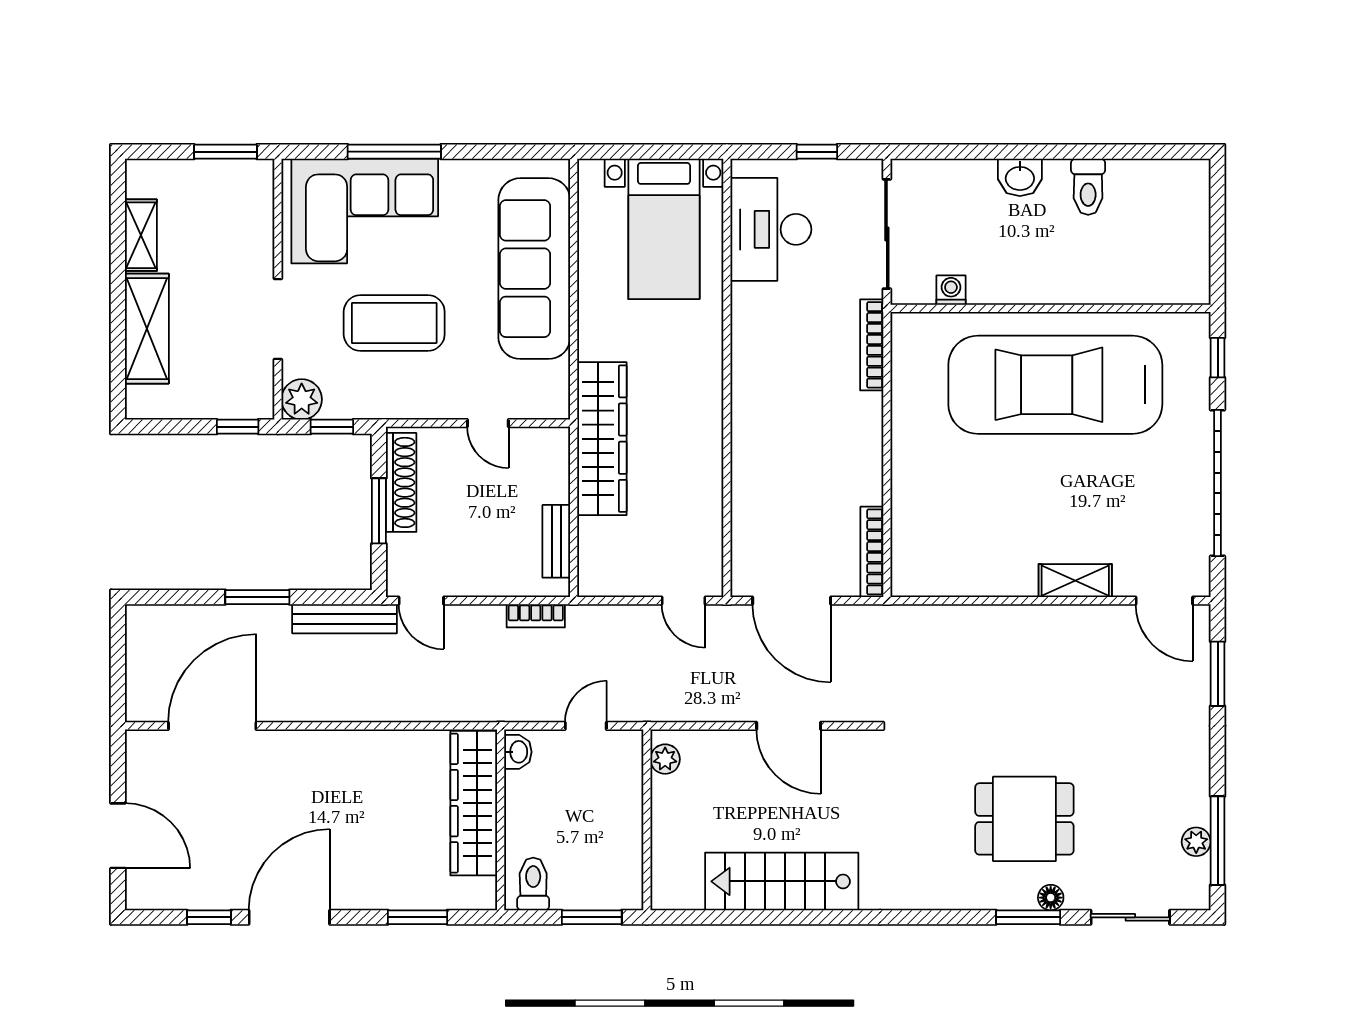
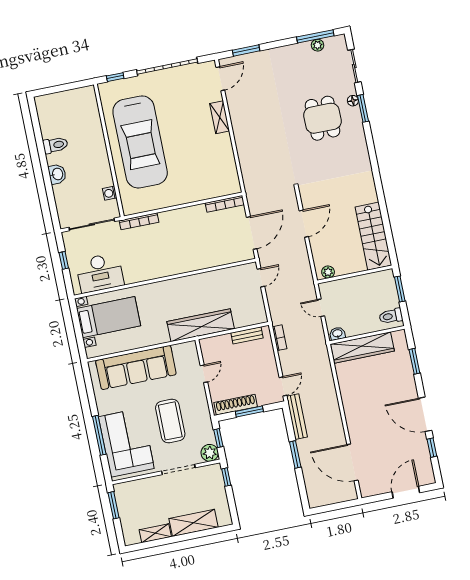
stairs: (782, 881) -> (373, 236), moved

